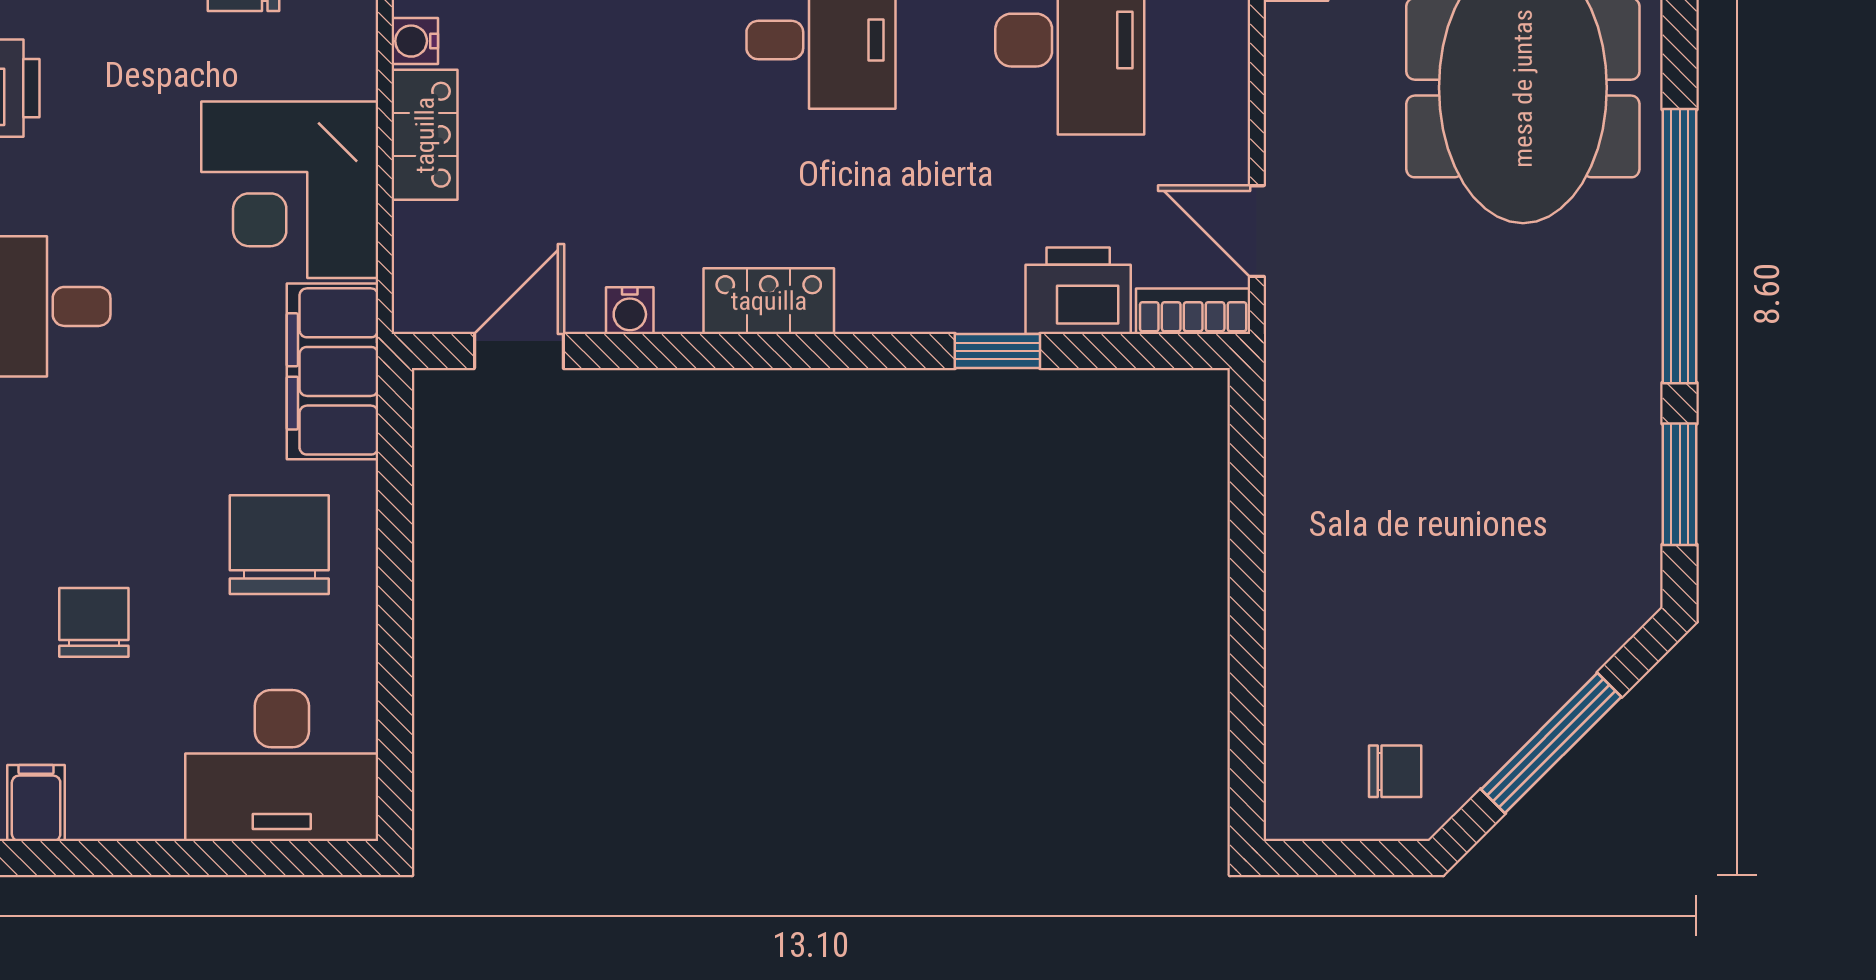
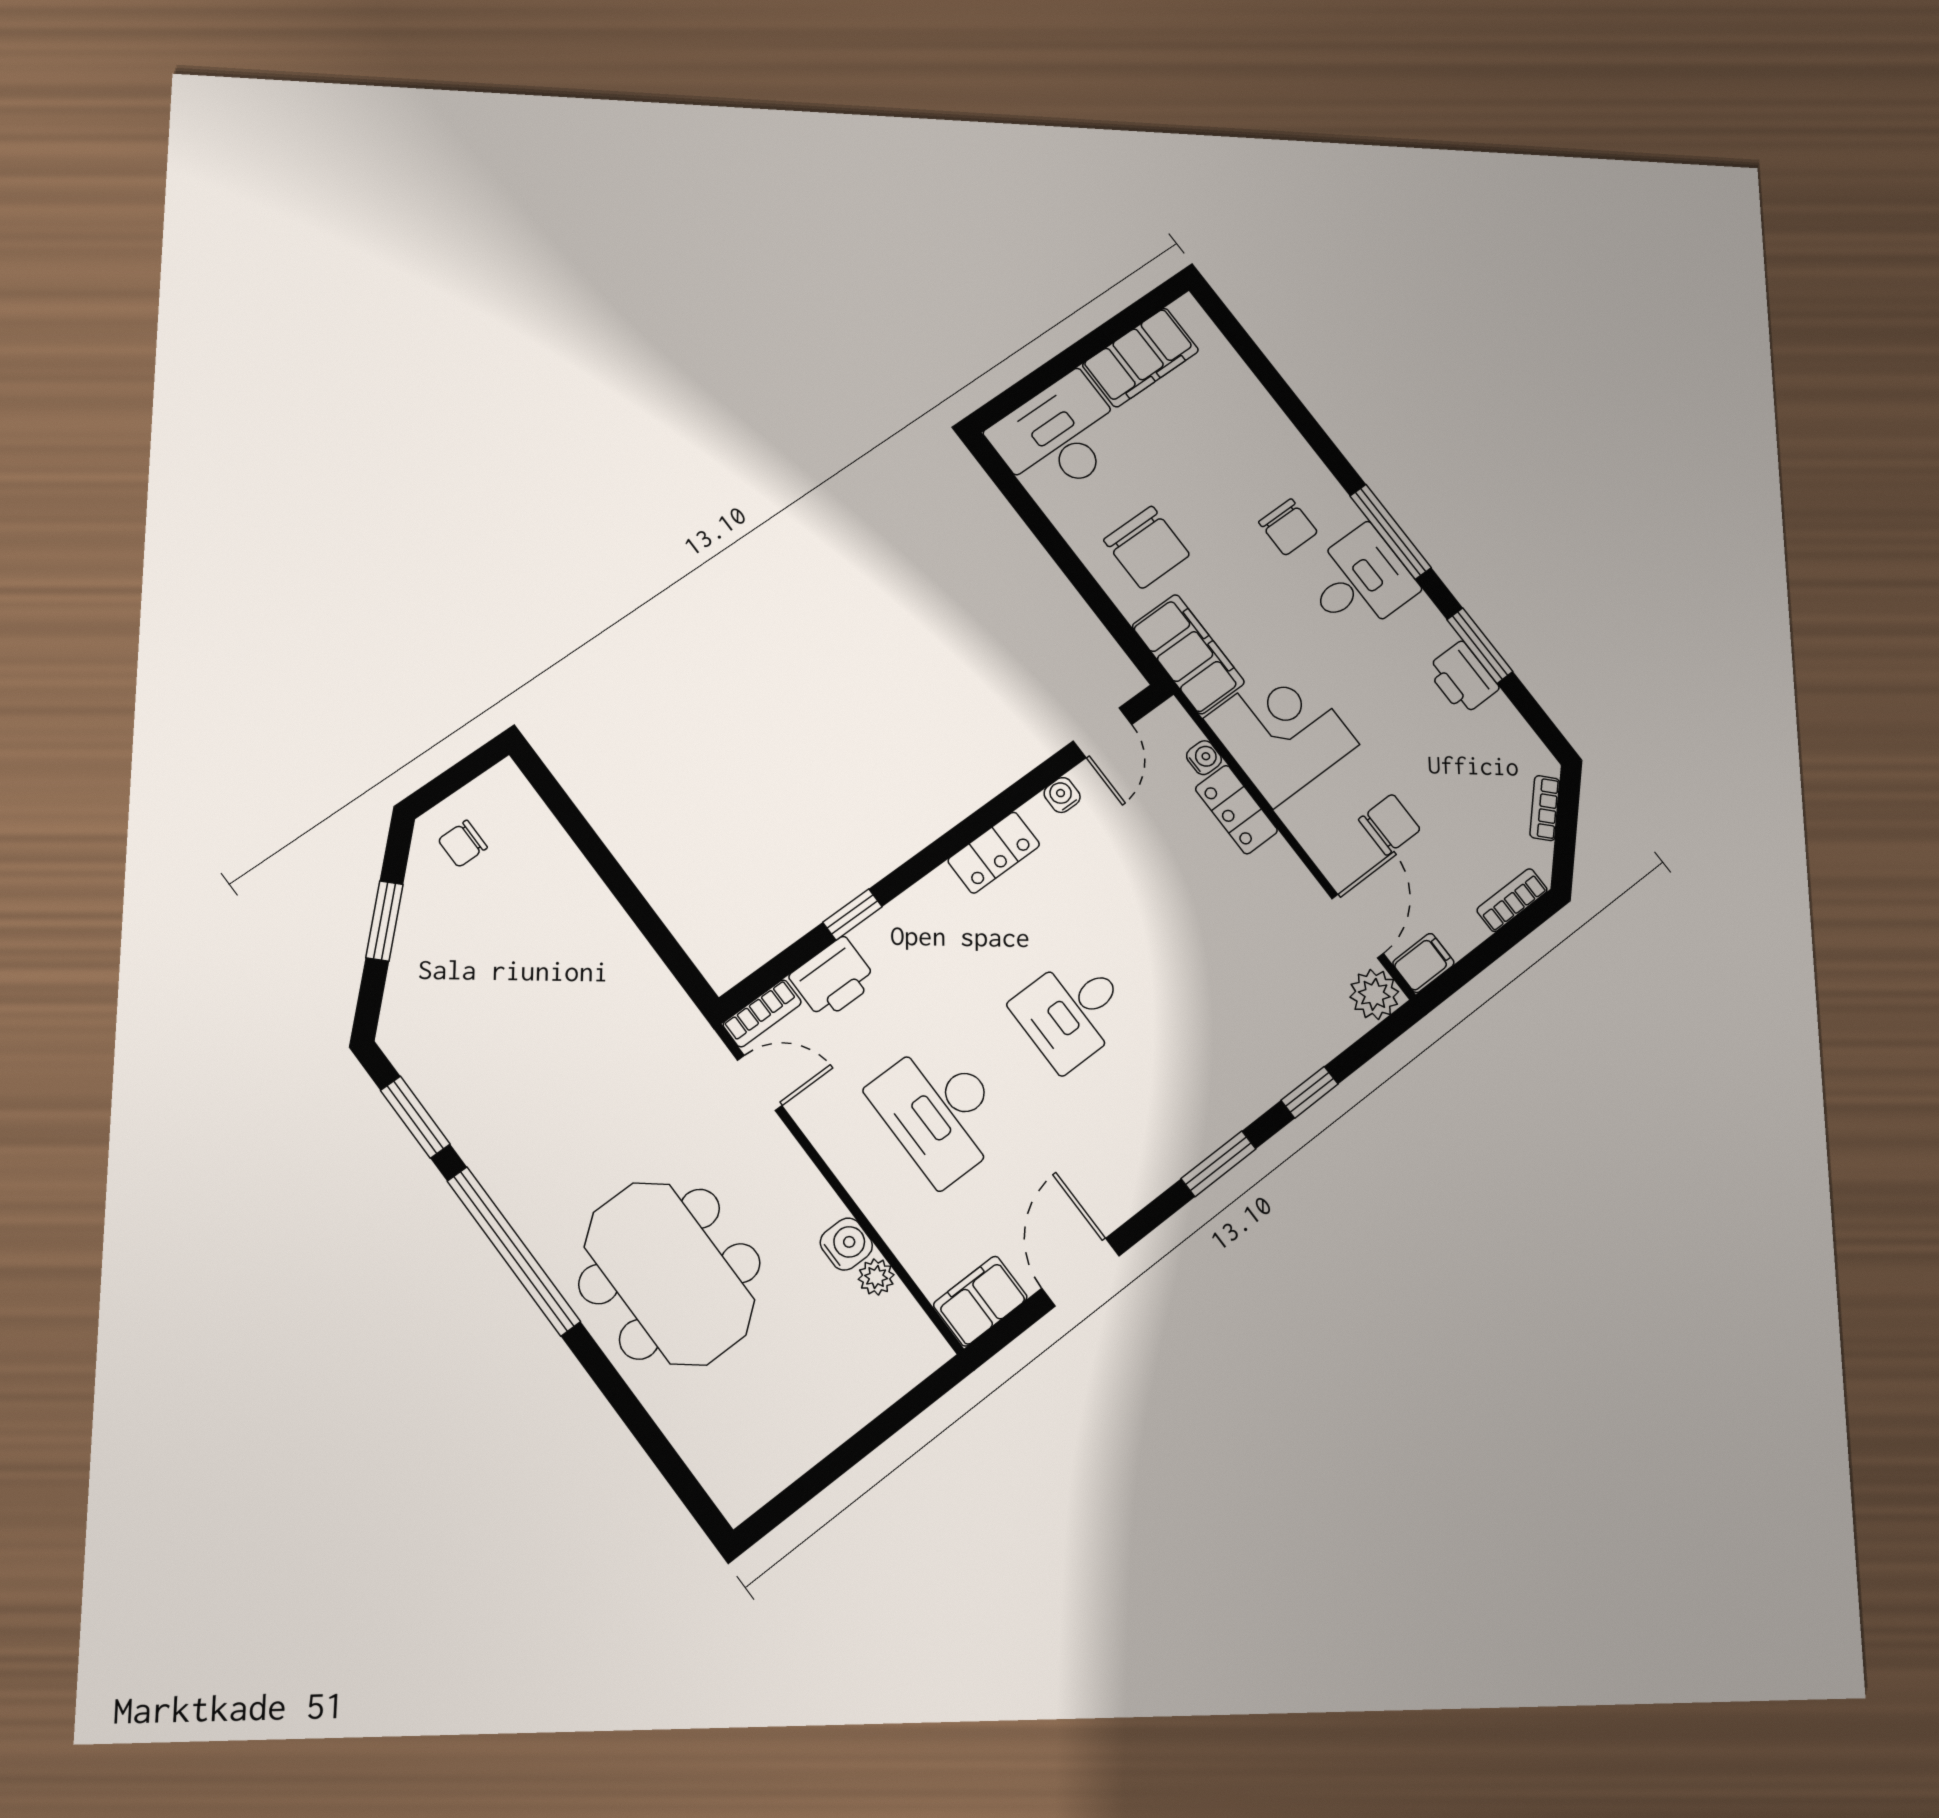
water cooler: (415, 41) -> (1204, 758), moved
chair: (94, 622) -> (1288, 527), moved
window: (1551, 743) -> (384, 921), width x0.69
filing cabinet: (36, 803) -> (1141, 358), width x3.00, depth x1.17

